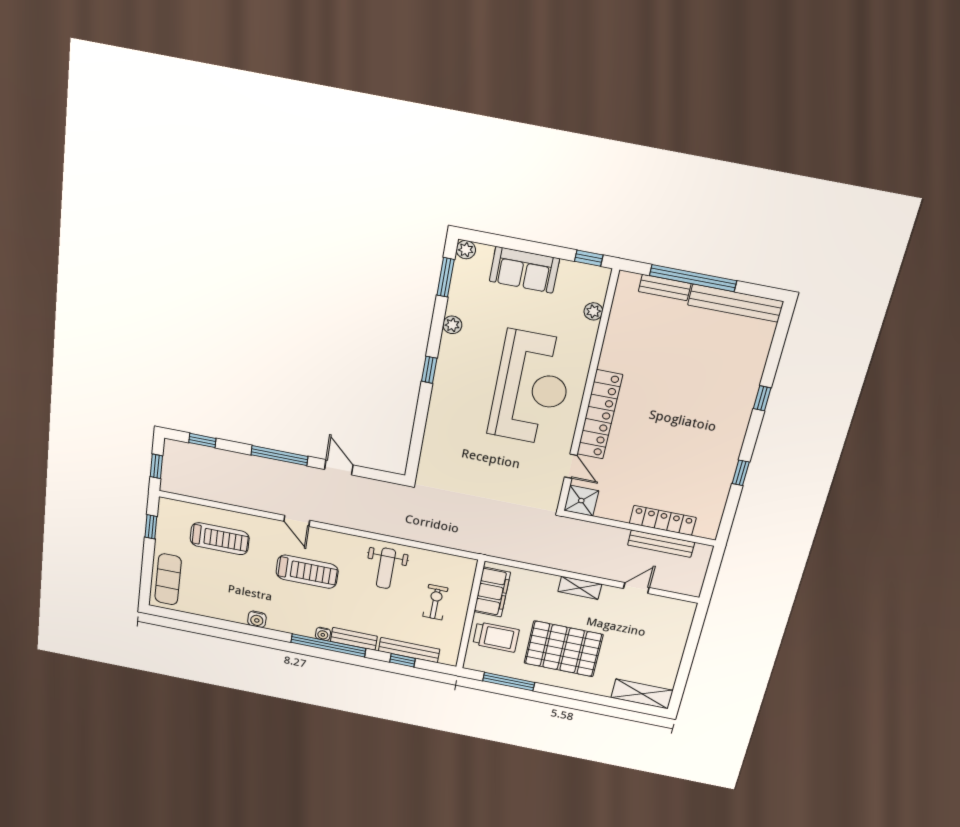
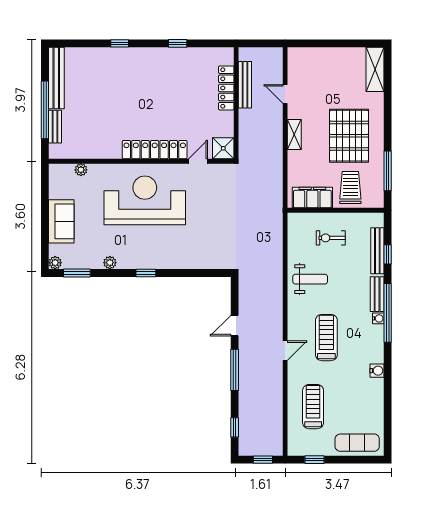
window: (589, 258) -> (45, 181), removed

